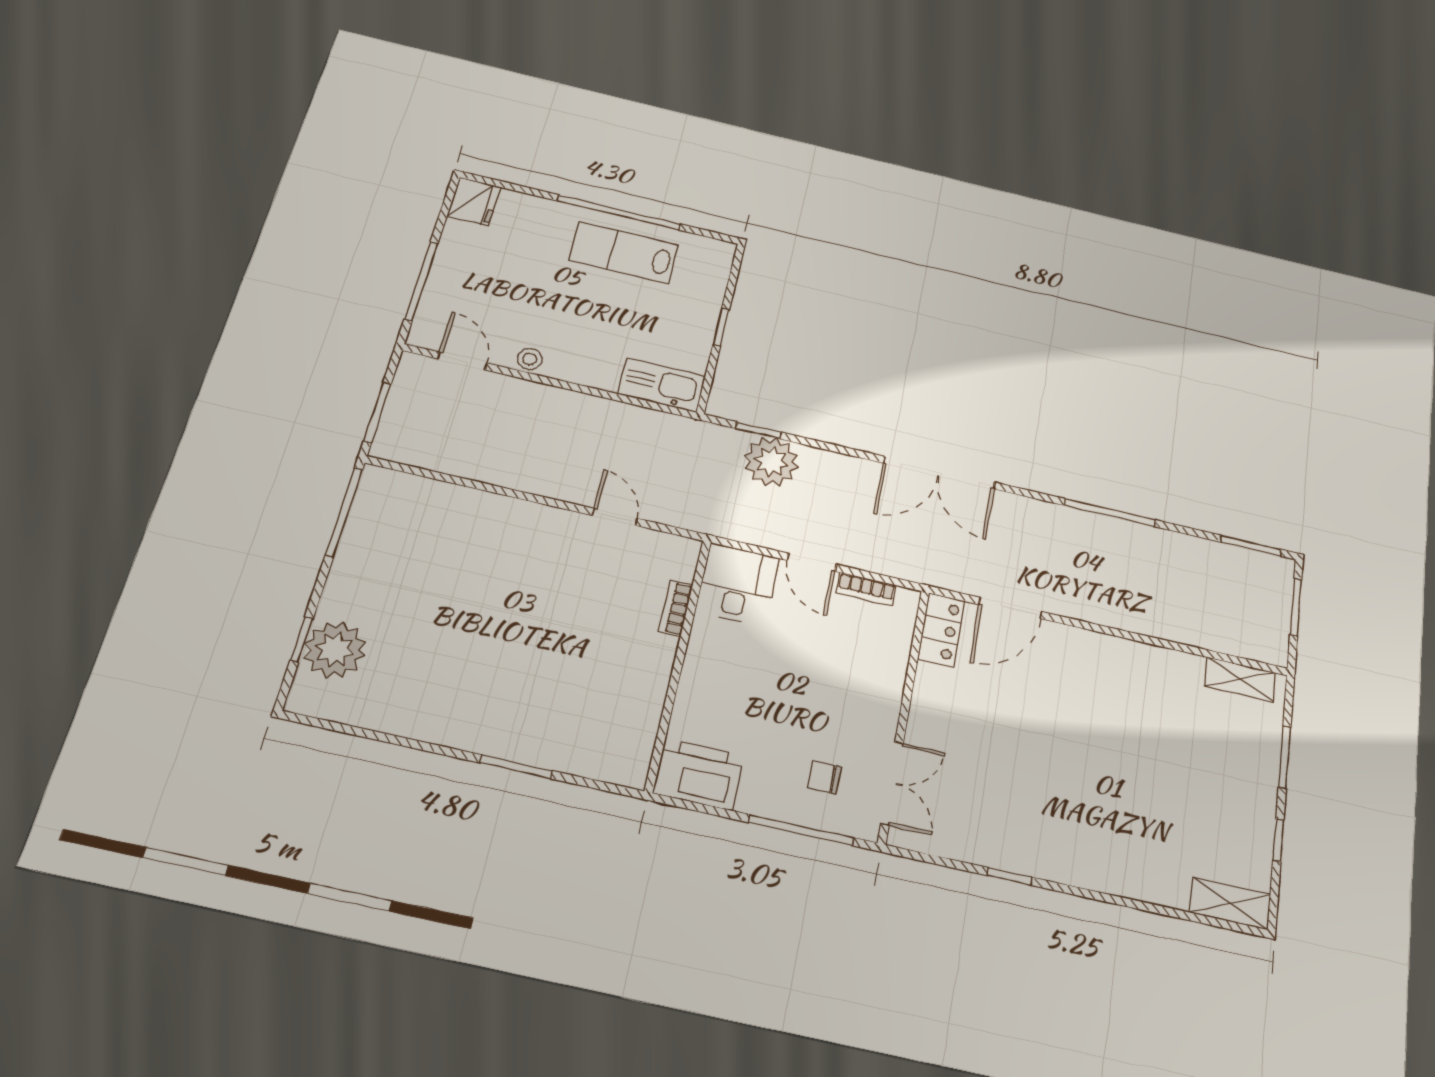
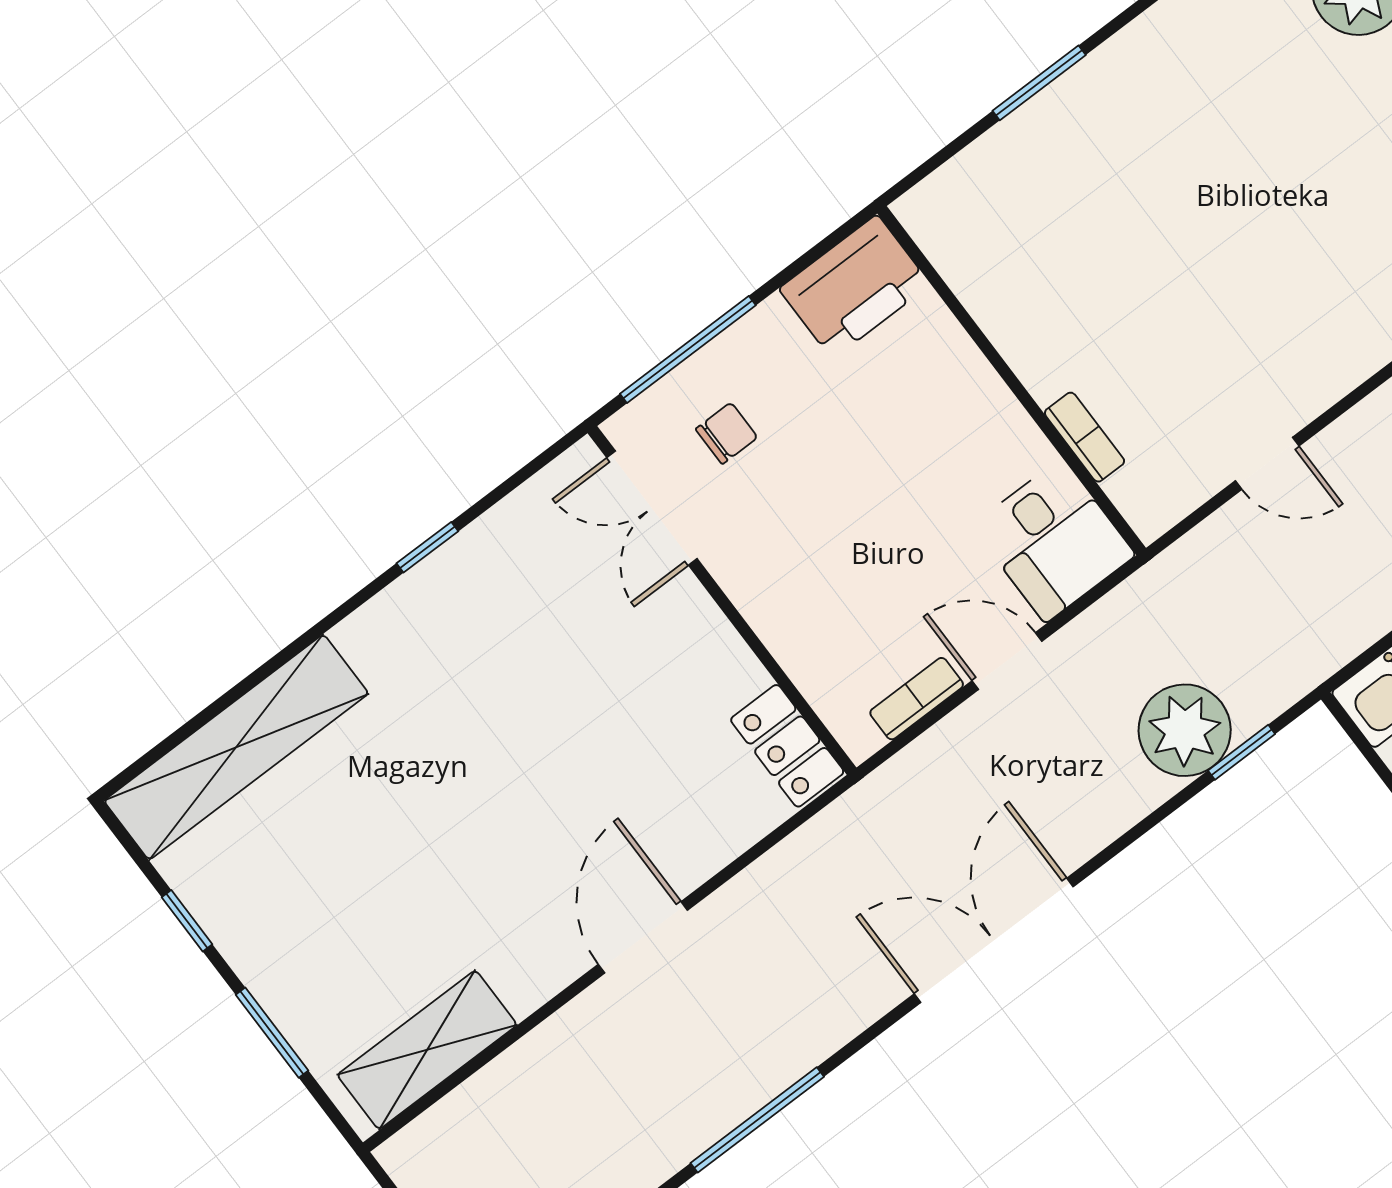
door: (1010, 608) -> (643, 937), moved
shelving: (1240, 679) -> (427, 1050), width x1.50, depth x1.33
shelving: (1230, 903) -> (236, 747), width x2.20, depth x1.33

